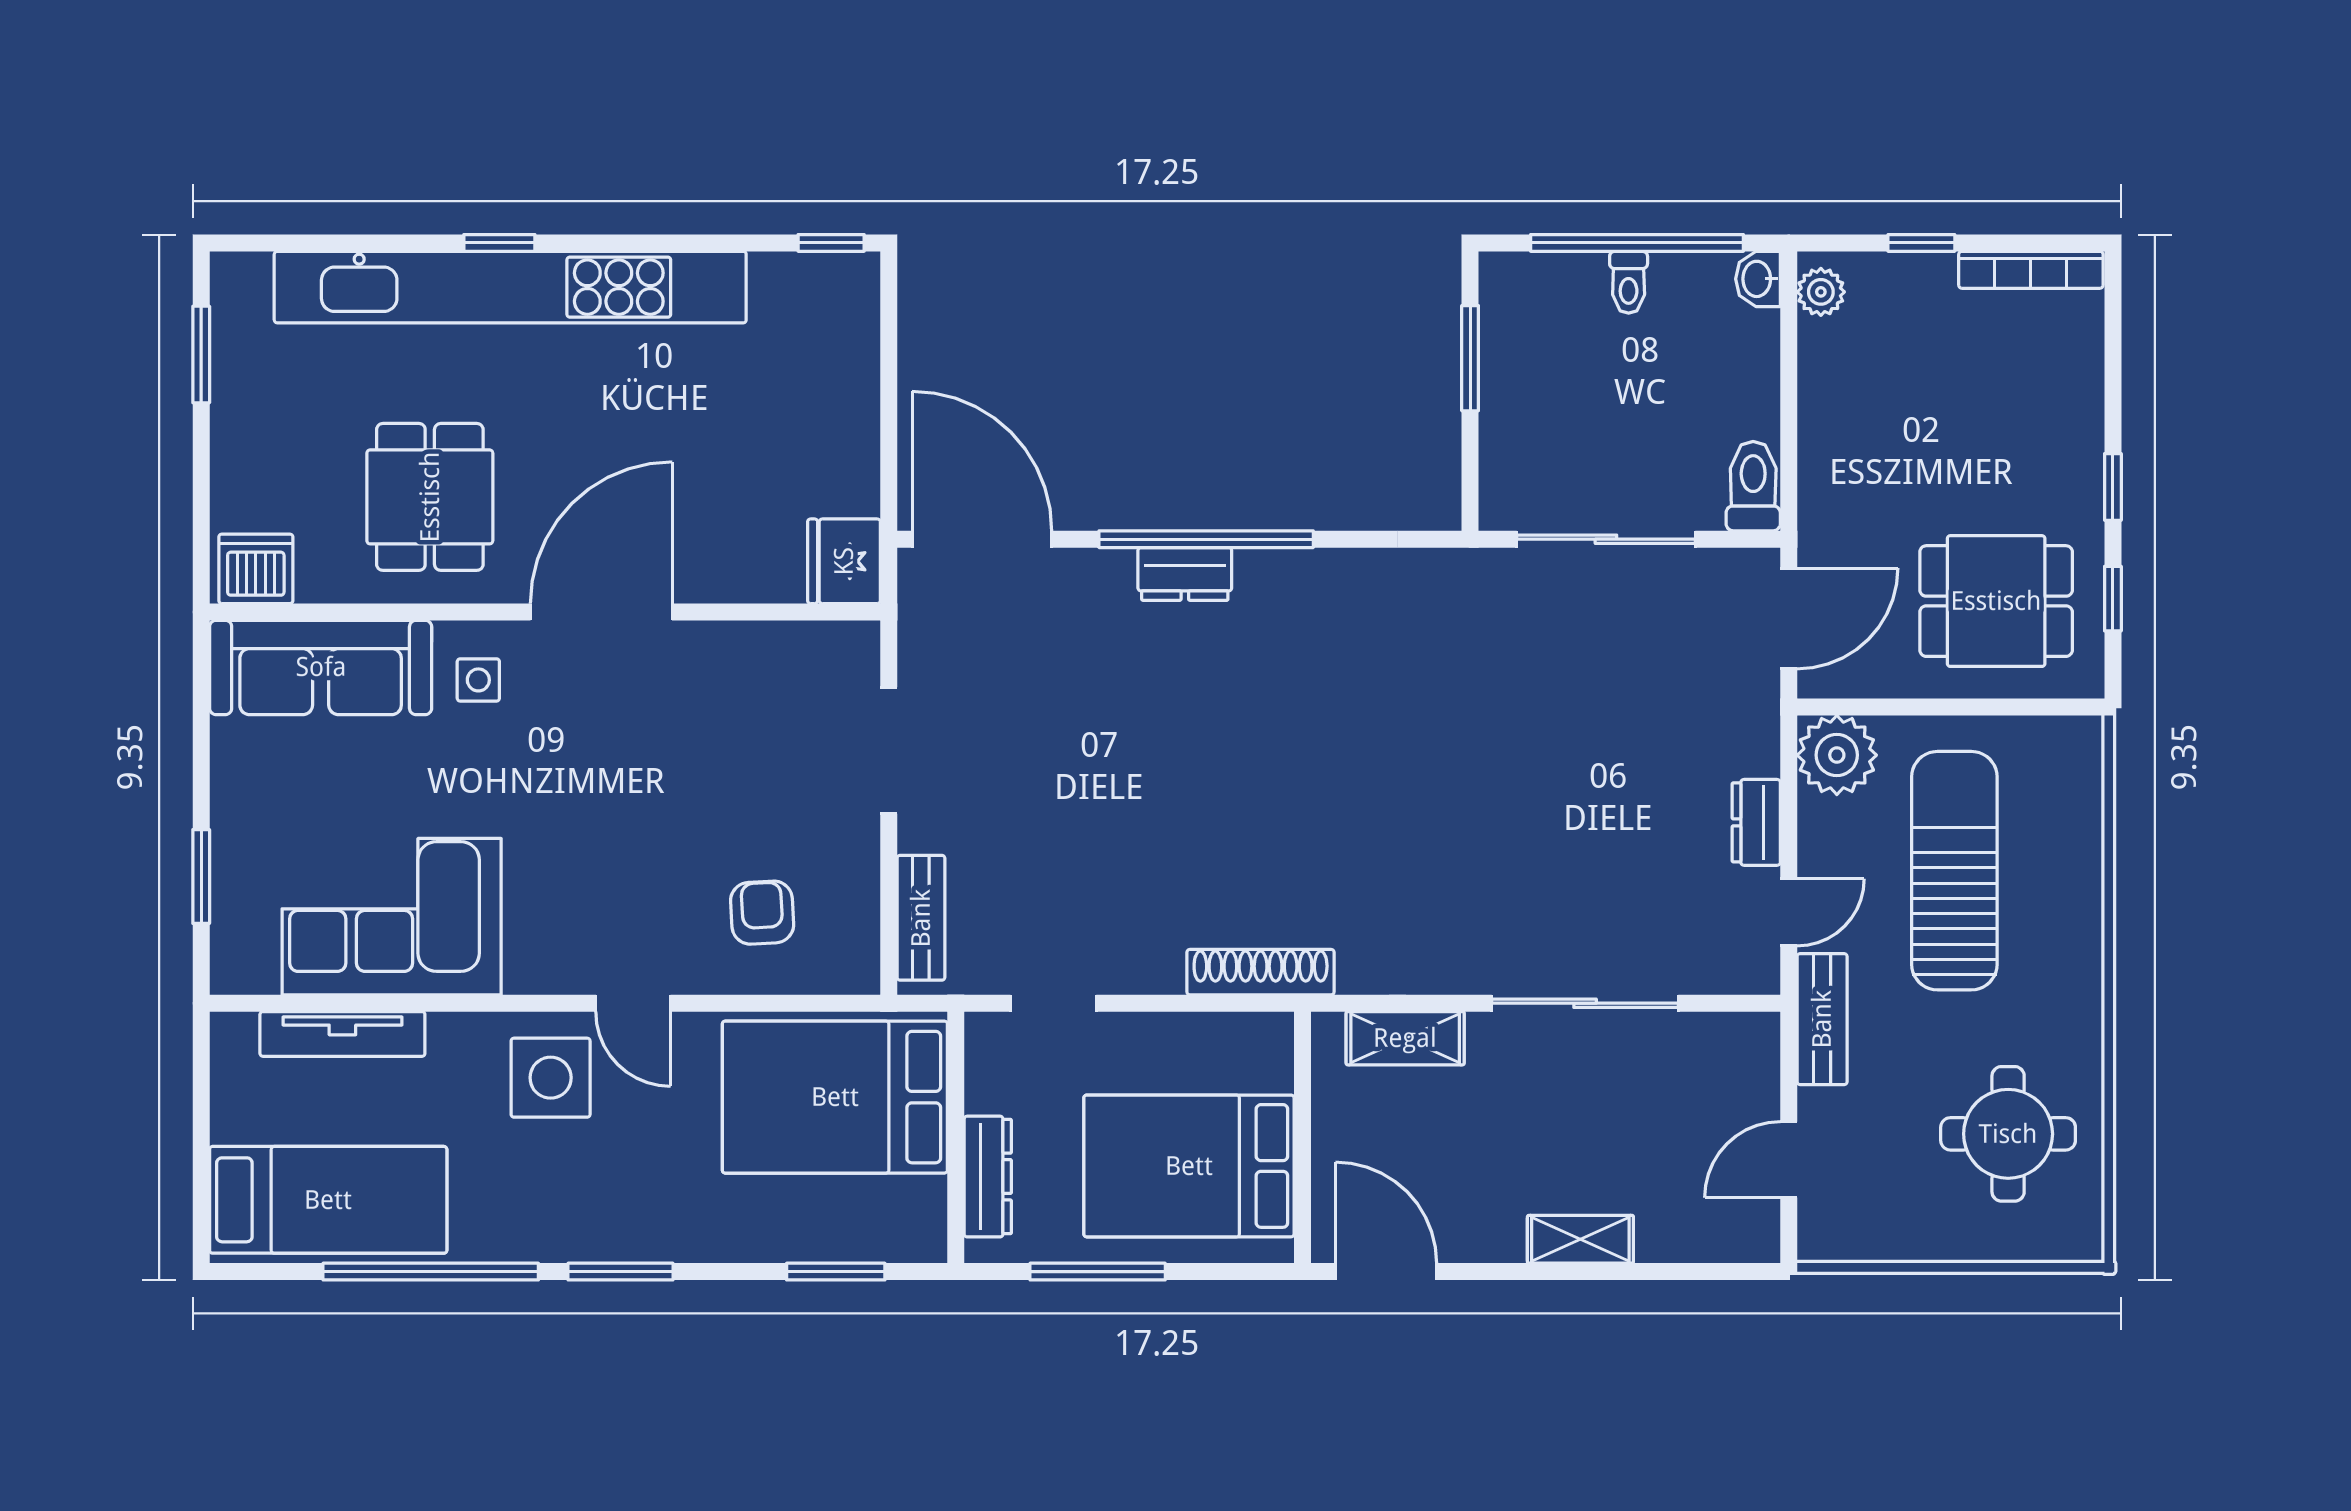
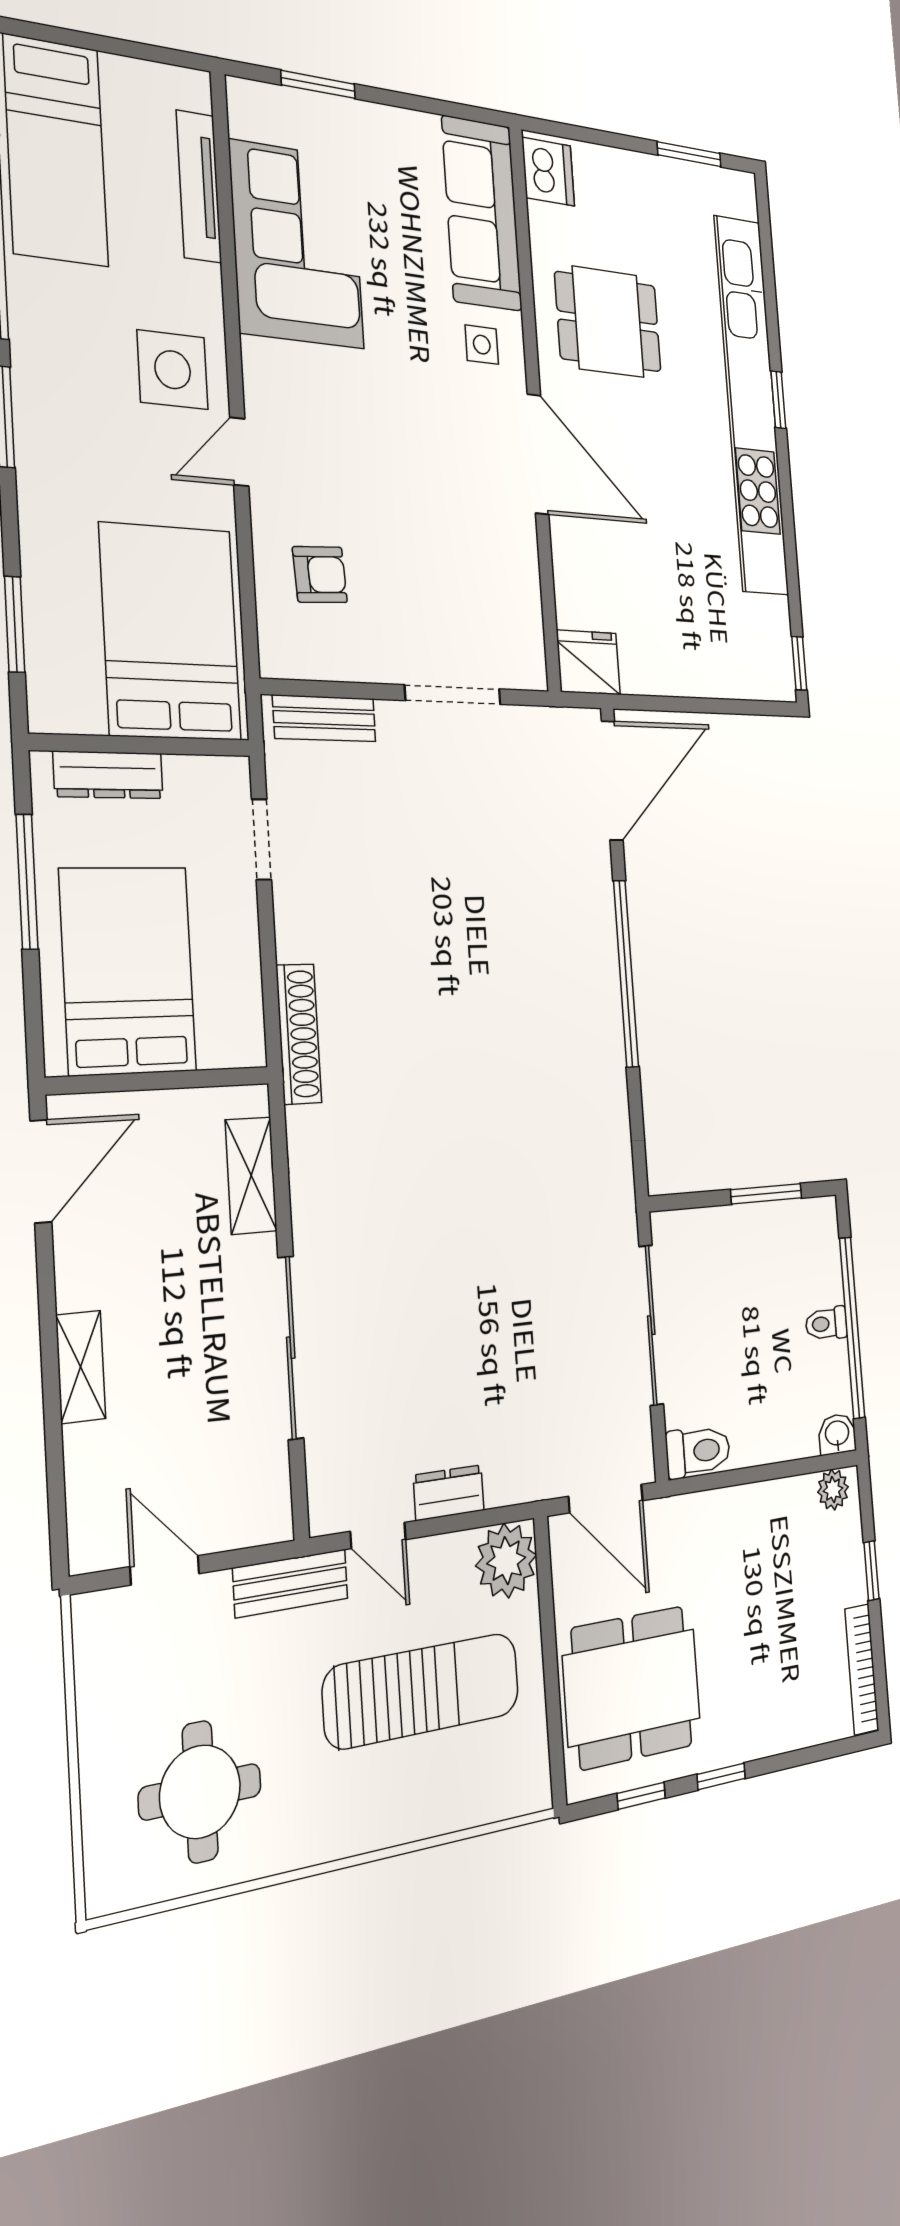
dresser: (1185, 574) -> (600, 956), removed
dining table: (1996, 601) -> (632, 1687), width x1.38

